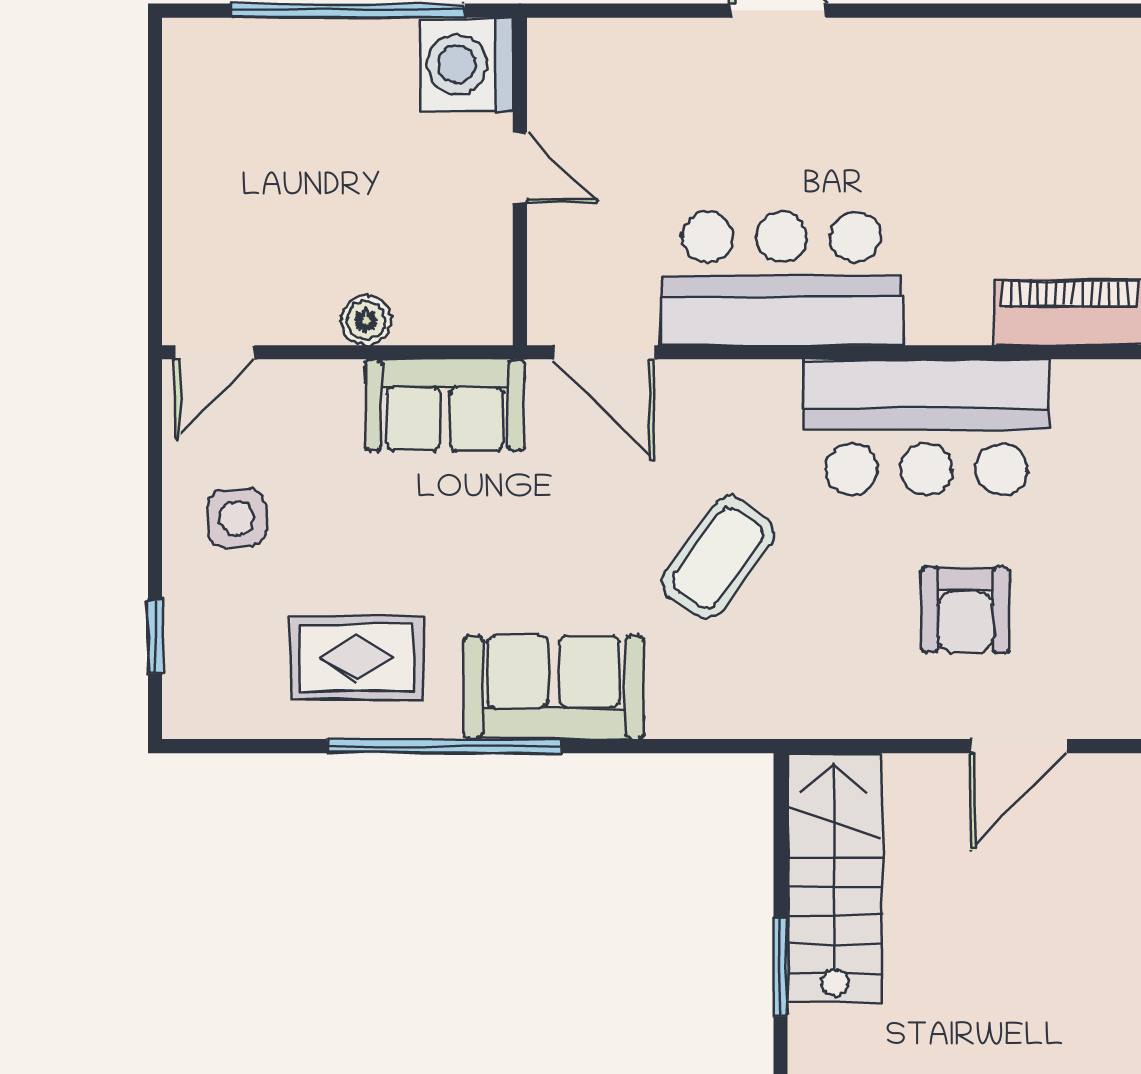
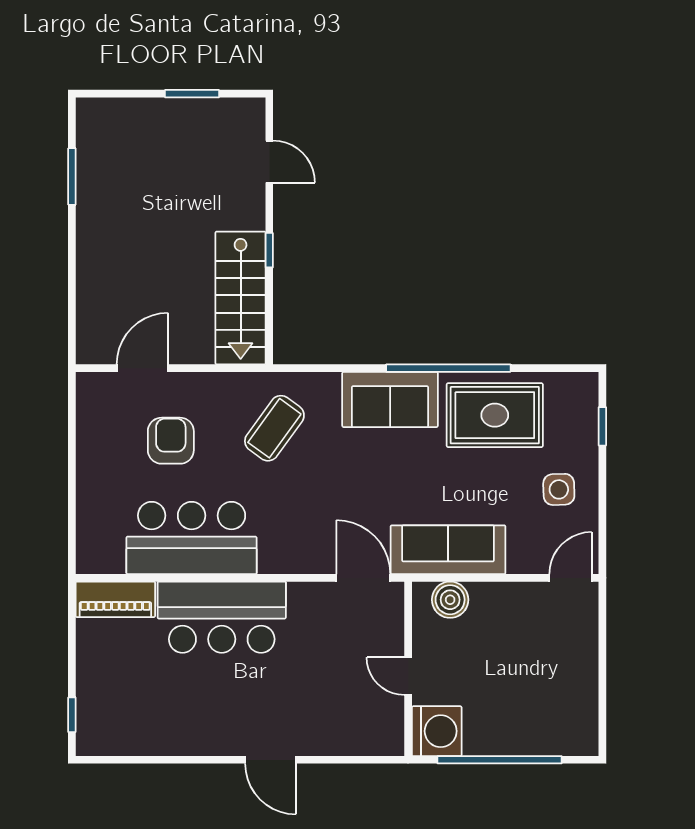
bar counter: (782, 278) -> (222, 617), moved
boiler: (366, 320) -> (450, 600), moved, width x1.36, depth x1.36
sofa: (445, 405) -> (448, 550), width x1.36
coffee table: (718, 558) -> (274, 428), moved
rug: (357, 658) -> (495, 415), width x1.36, depth x1.43
window: (780, 968) -> (269, 250), width x0.67

